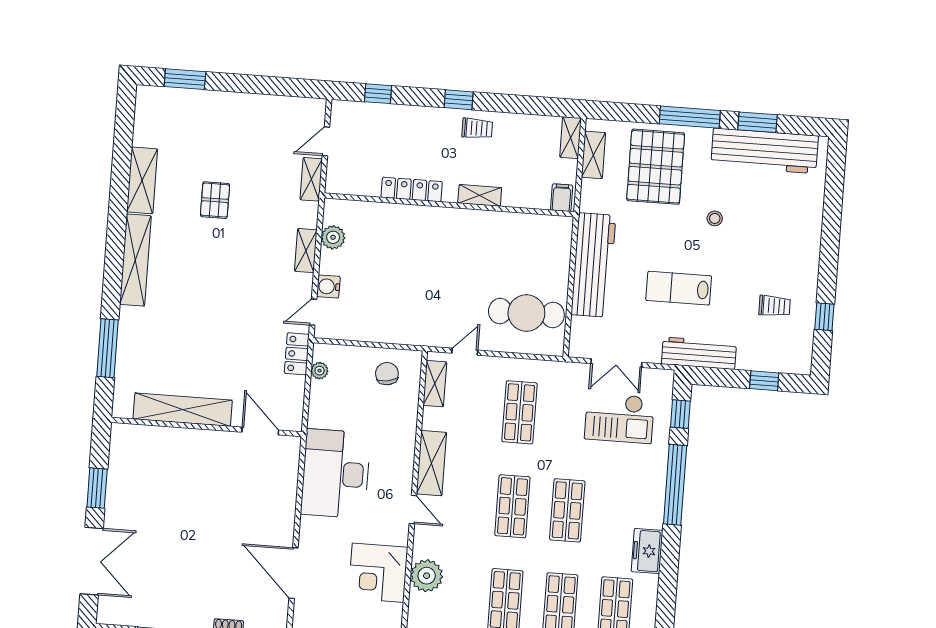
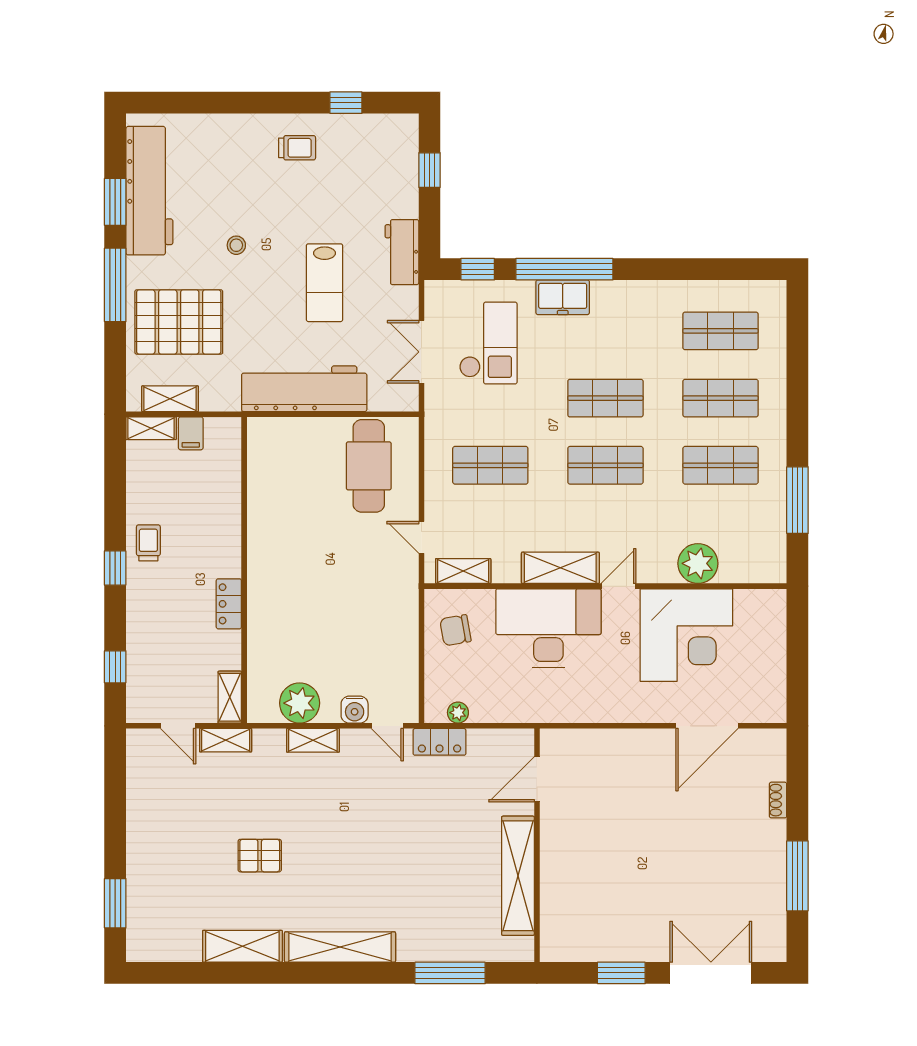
locker: (412, 190) -> (229, 604), width x0.66
shelving: (480, 195) -> (230, 697), moved
filing cabinet: (562, 198) -> (191, 433), moved, turned -90
plant: (333, 237) -> (300, 703), width x1.36, depth x1.36
trolley: (775, 306) -> (297, 148), moved, turned 90
workbench: (699, 353) -> (402, 252), width x0.73
double door: (616, 363) -> (421, 352), swing flipped
desk: (336, 474) -> (548, 628), moved, turned 180
freezer: (647, 551) -> (563, 297), moved
corner desk: (378, 573) -> (686, 635), width x1.36, depth x1.36

